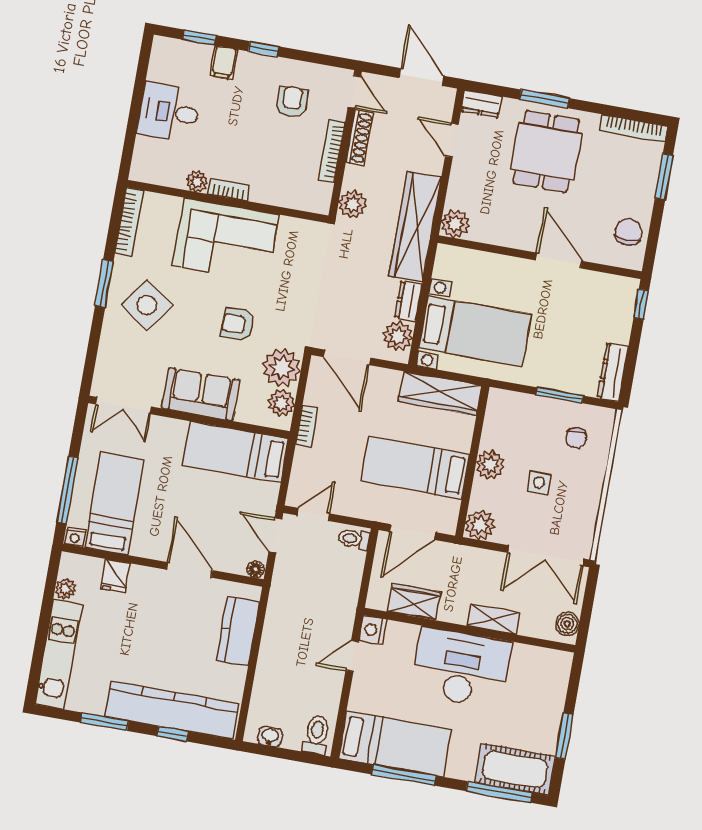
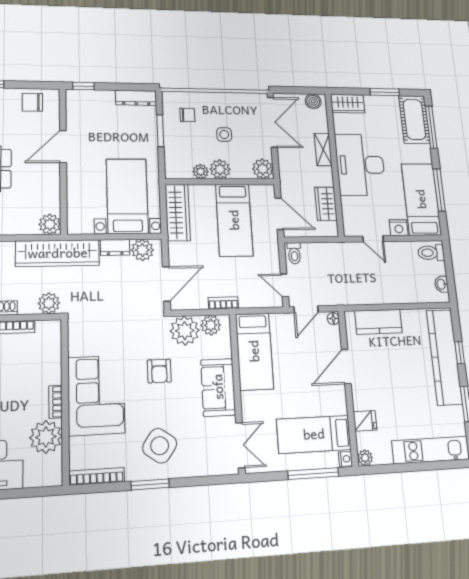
plant: (197, 181) -> (46, 437), width x1.87, depth x1.87
plant: (491, 438) -> (201, 172), added
plant: (66, 589) -> (365, 458), moved
nightstand: (373, 630) -> (399, 228), moved
wardrobe: (555, 675) -> (348, 104), added

